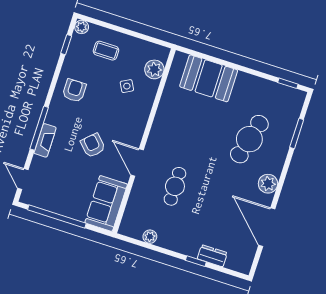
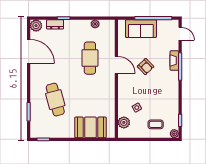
armchair: (74, 91) -> (167, 95), removed
cafe table: (249, 139) -> (55, 100), turned -30
plant: (268, 184) -> (36, 26), moved
cafe table: (175, 186) -> (90, 58), width x1.37, depth x1.35
sofa: (106, 203) -> (141, 29), moved, turned 90

